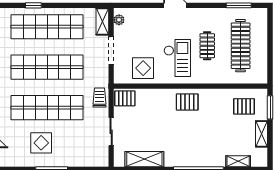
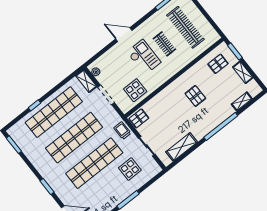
checkout: (177, 58) -> (144, 57), moved
pallet: (187, 102) -> (195, 96), moved, turned 90
display table: (41, 143) -> (130, 169), moved

